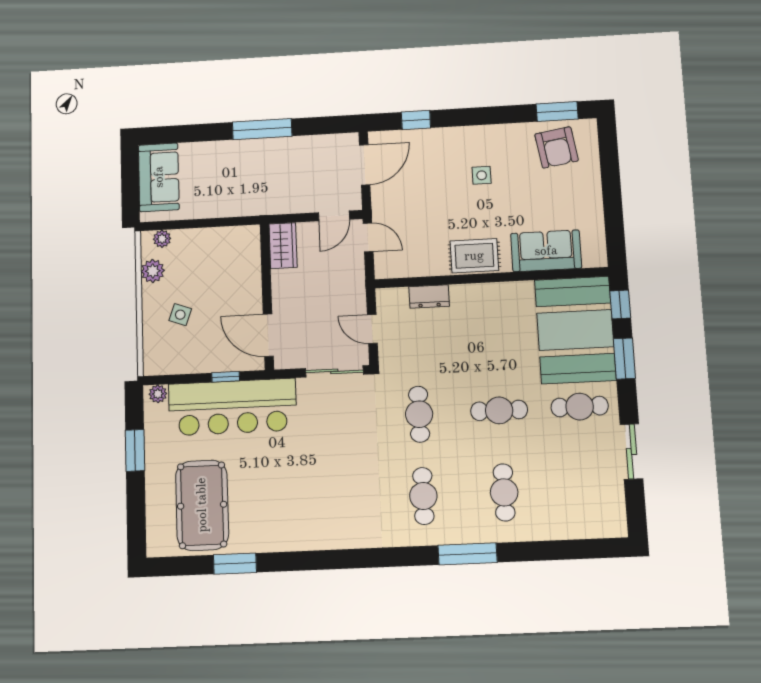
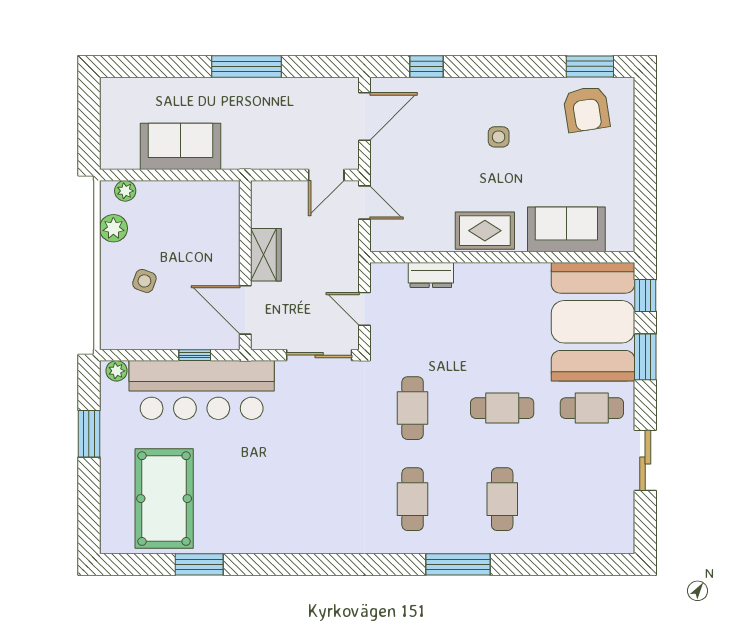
sofa: (159, 177) -> (181, 146), moved, turned -90
wardrobe: (283, 246) -> (266, 255), moved

